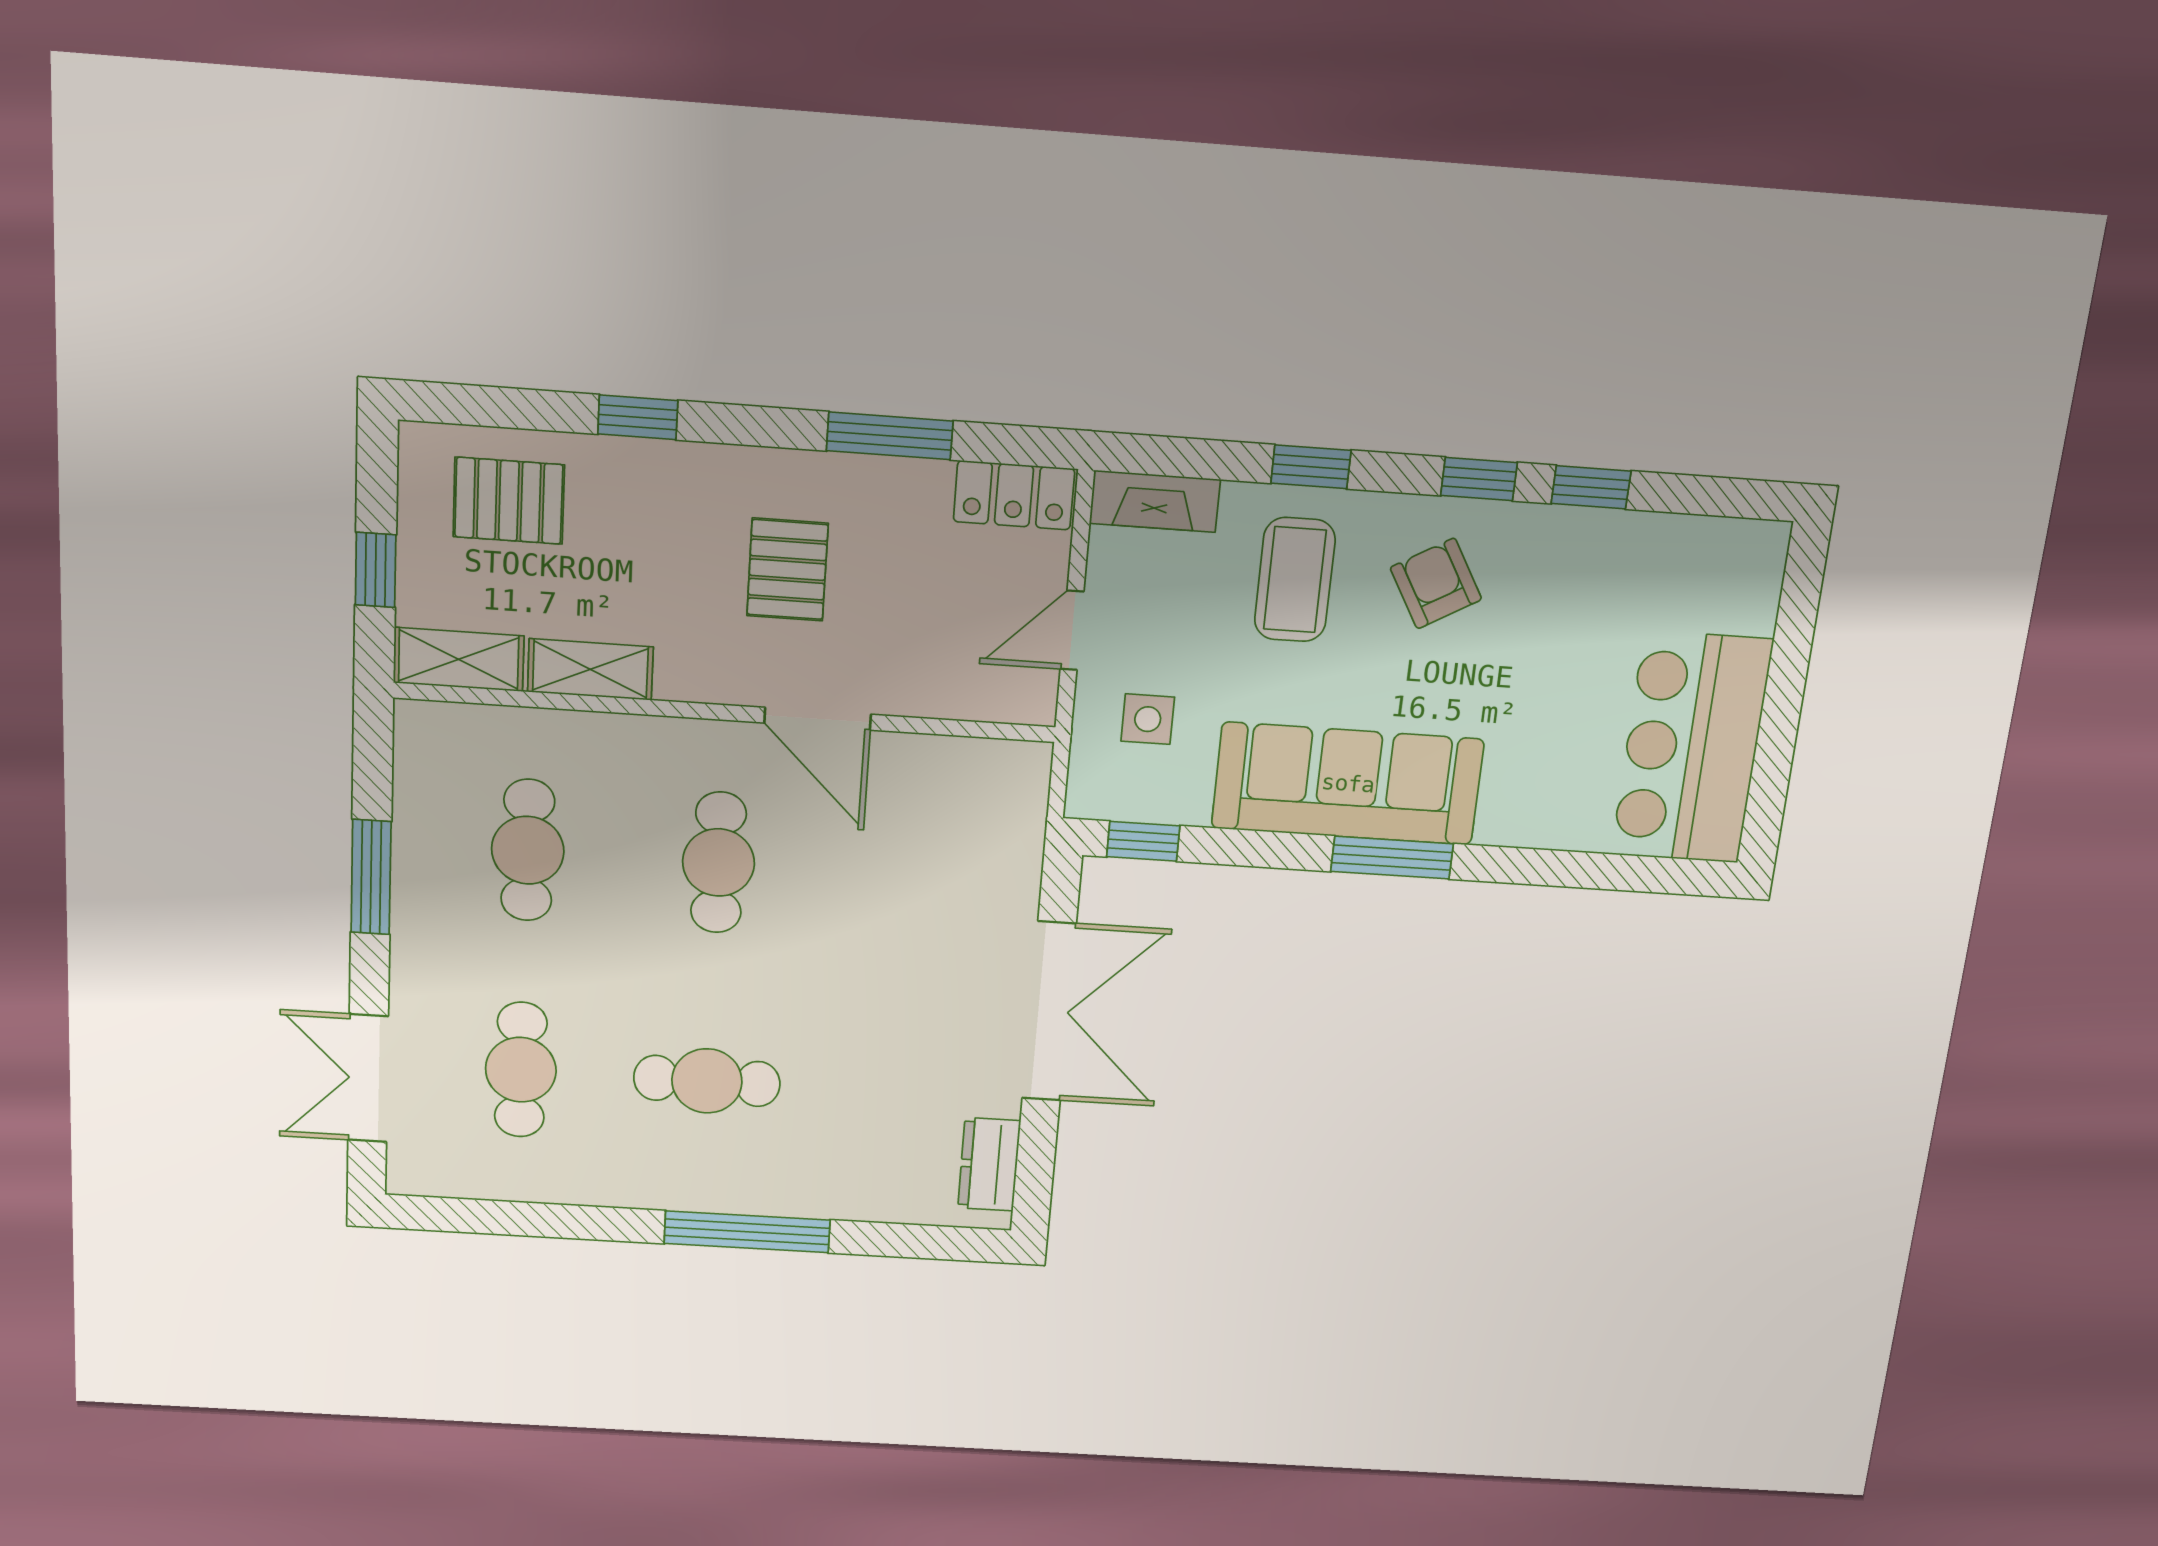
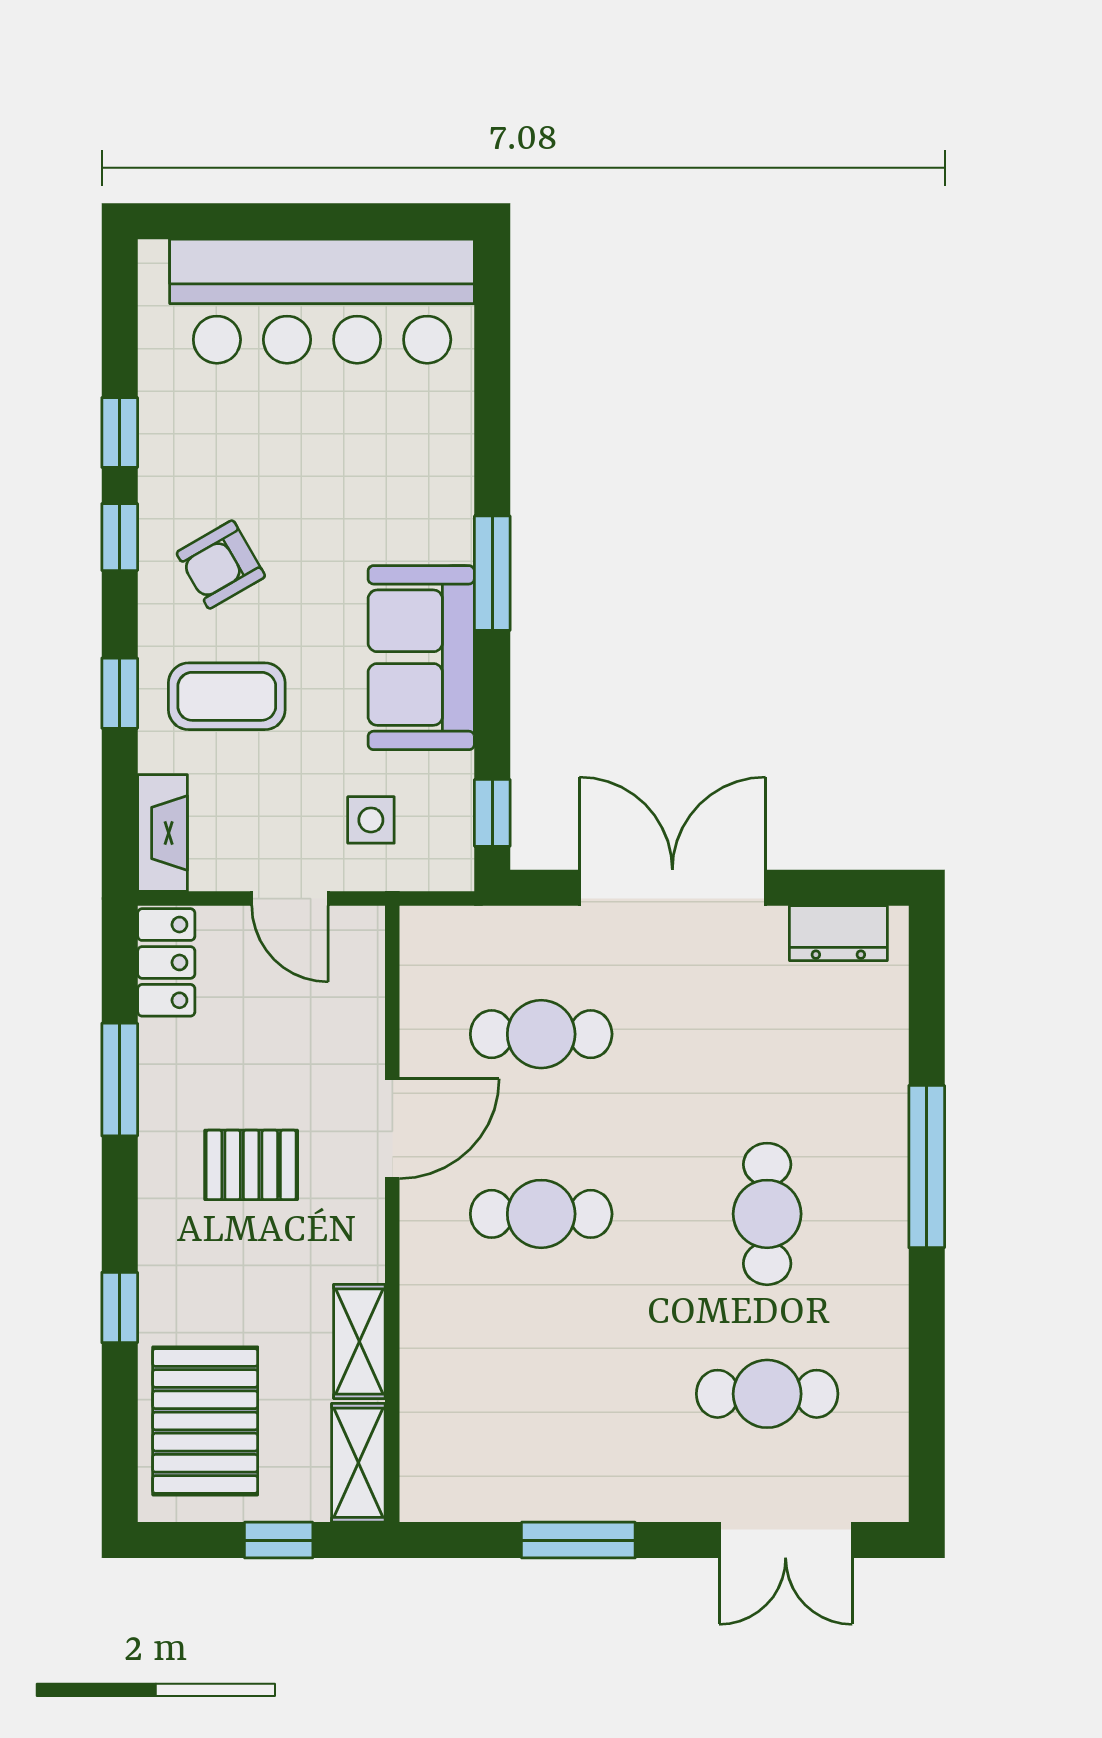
pallet: (509, 501) -> (205, 1421), width x1.50, depth x1.42
bar counter: (1692, 748) -> (322, 301), width x1.36
sofa: (1348, 784) -> (421, 658), width x0.73
cafe table: (528, 850) -> (541, 1034), moved

